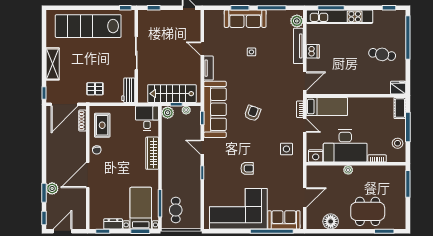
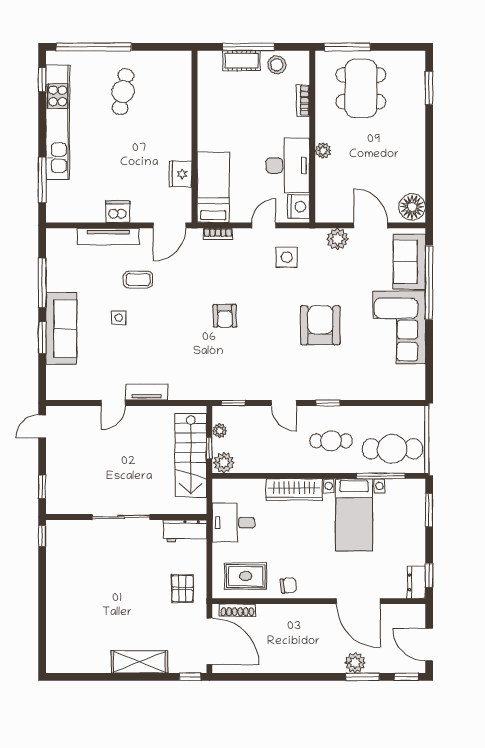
kitchen unit: (339, 17) -> (58, 122), moved
plant: (297, 21) -> (337, 239), moved
lab bench: (88, 26) -> (74, 600), removed
coffee table: (274, 63) -> (138, 279), added
door: (305, 81) -> (170, 225), swing flipped
fridge: (398, 88) -> (180, 174), moved
cot: (400, 108) -> (242, 61), moved
sofa: (215, 109) -> (218, 381), removed
armchair: (253, 113) -> (225, 316), turned -110
desk: (147, 118) -> (233, 523), moved
door: (305, 125) -> (264, 225), moved
desk: (345, 146) -> (288, 165), width x0.73, depth x0.77
door: (202, 147) -> (284, 403), hinge flipped
armchair: (247, 168) -> (320, 325), width x1.88, depth x1.88
door: (88, 175) -> (358, 601), moved
cafe table: (180, 175) -> (331, 441), added
bed with nightstands: (141, 208) -> (354, 515), moved, turned -90
corner sofa: (238, 209) -> (399, 327), width x0.73, depth x0.74
cafe table: (176, 210) -> (392, 449), width x1.37, depth x1.35
dining table: (368, 211) -> (361, 88), moved
floor lamp: (331, 221) -> (412, 207), moved
dresser: (113, 224) -> (416, 582), moved

